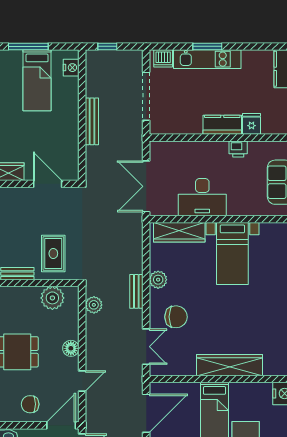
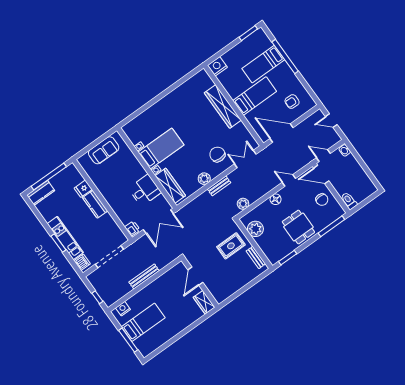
printer: (238, 149) -> (132, 228), moved
desk: (202, 197) -> (145, 190), width x0.73

